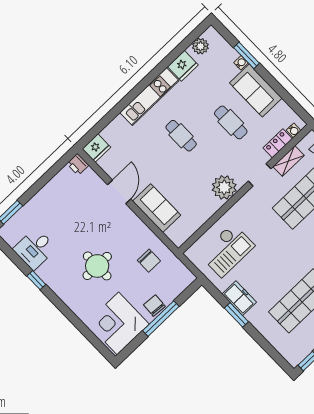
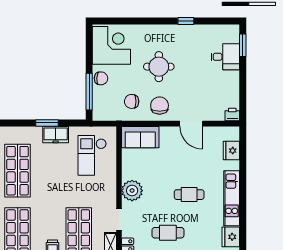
fridge: (96, 148) -> (231, 151), moved
sofa: (157, 208) -> (140, 137), moved
chair: (130, 234) -> (160, 106), added
desk: (35, 249) -> (225, 57), moved, turned 90
window: (161, 319) -> (89, 92), moved

